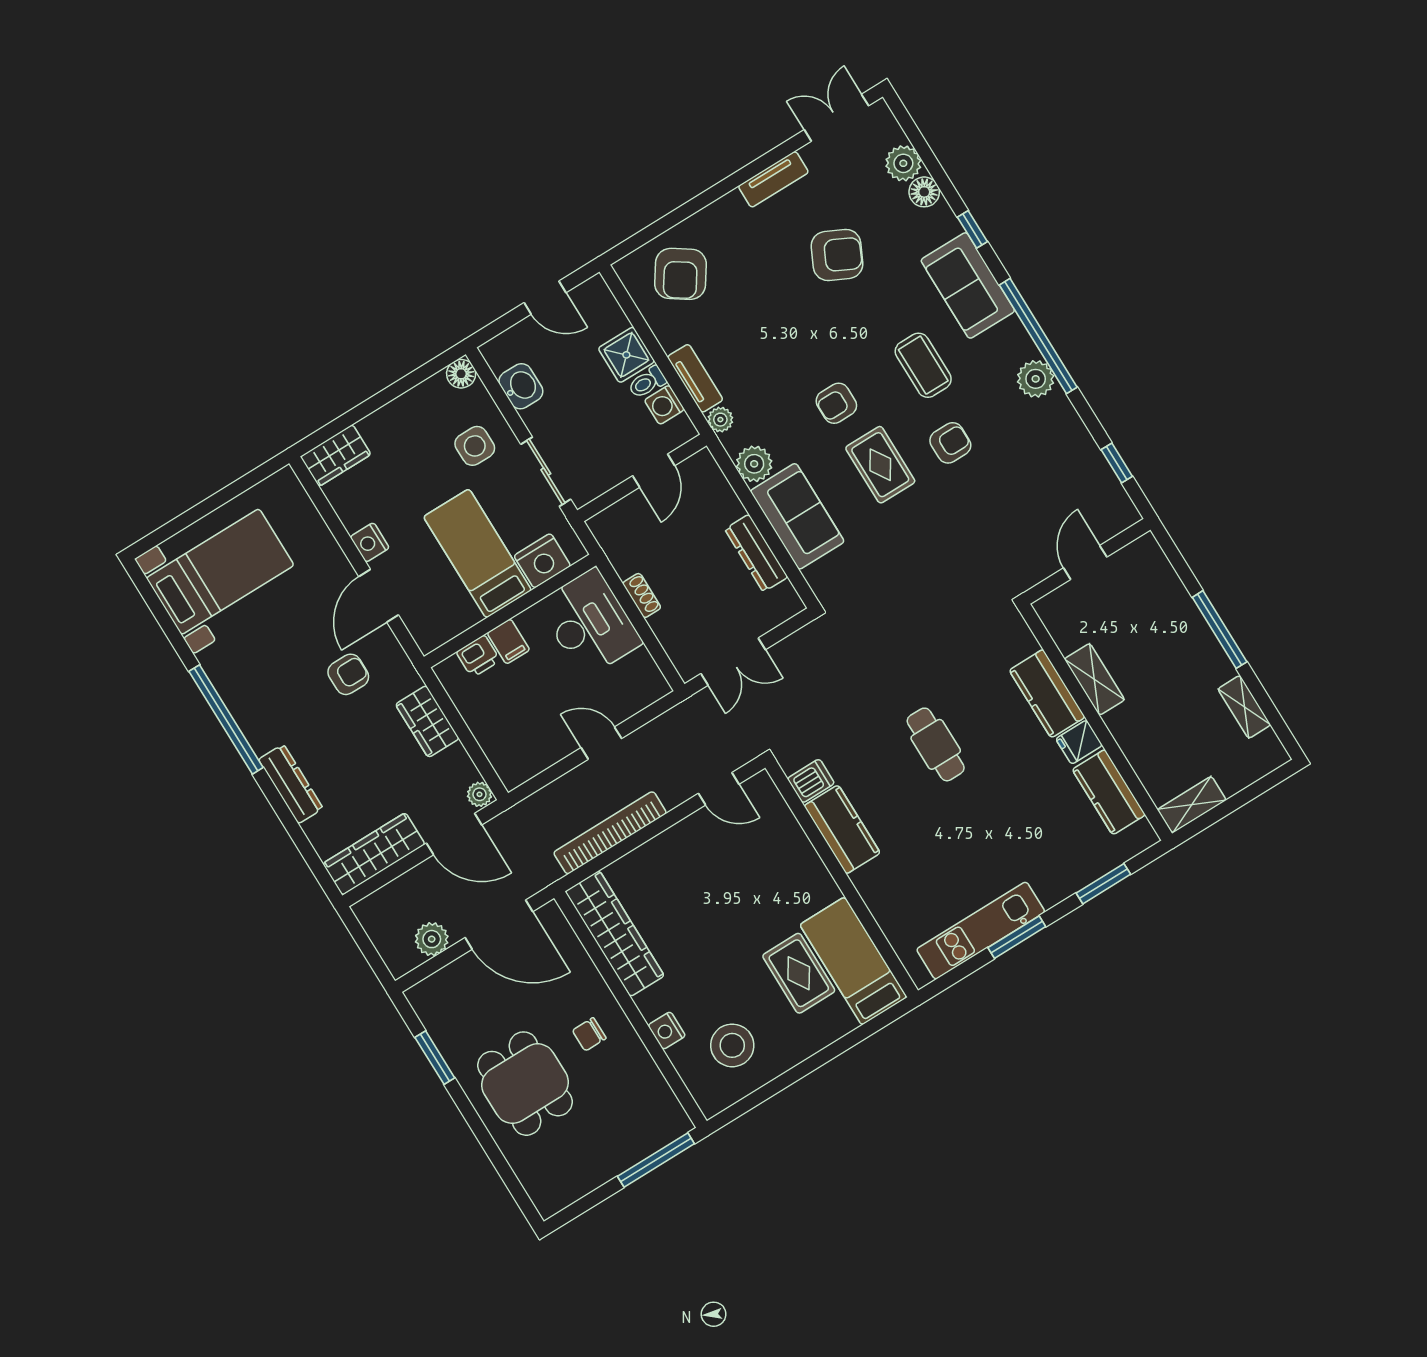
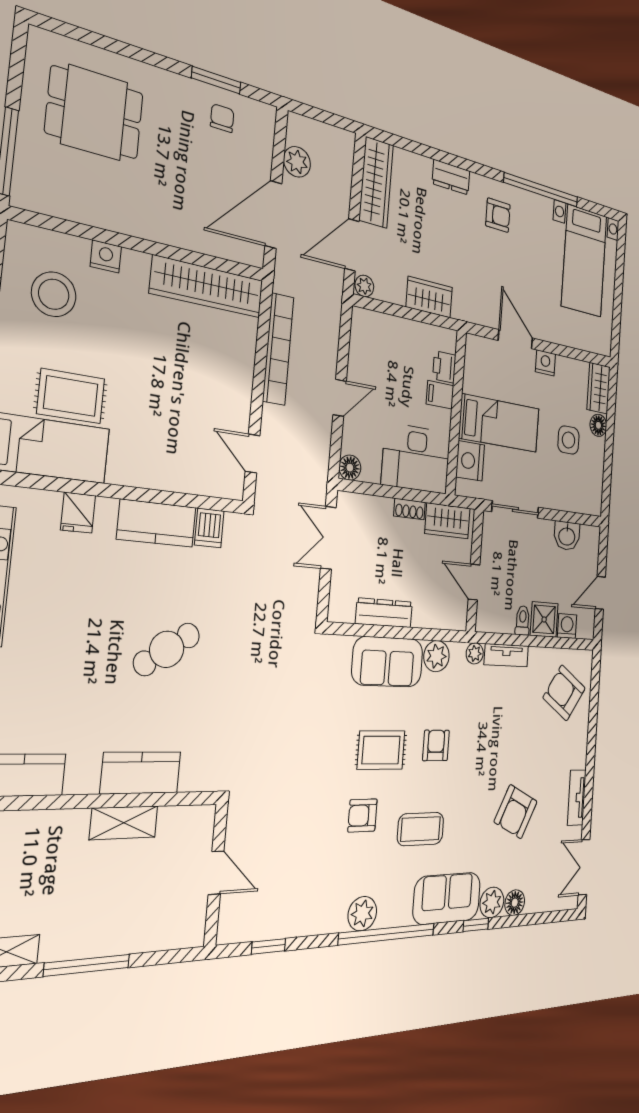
double door: (836, 118) -> (584, 867), swing flipped
plant: (903, 163) -> (492, 902), moved
floor lamp: (461, 374) -> (598, 425), moved
washing machine: (664, 405) -> (567, 626), moved
armchair: (950, 443) -> (362, 815), turned 90
side table: (475, 446) -> (568, 440), moved
wardrobe: (620, 545) -> (448, 521), added
armchair: (348, 674) -> (498, 215), moved, turned -90
floor lamp: (654, 686) -> (350, 468), added
window: (226, 719) -> (541, 190), moved
fridge: (1079, 742) -> (78, 513), moved, turned 180
cafe table: (936, 744) -> (167, 649), turned -34
dresser: (291, 784) -> (451, 177), width x0.70
door: (719, 789) -> (253, 454), hinge flipped
chair: (589, 1034) -> (222, 118), moved
dining table: (525, 1084) -> (95, 113), moved

